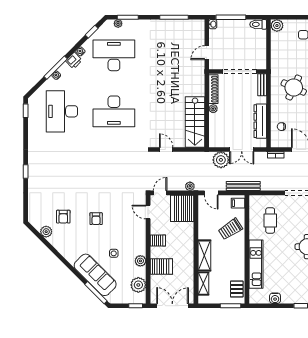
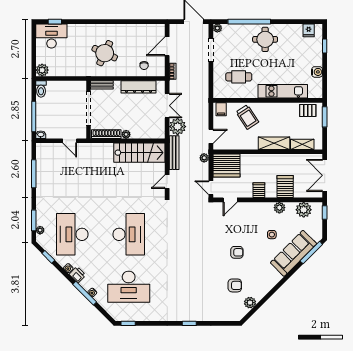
bench: (243, 186) -> (174, 153), moved

